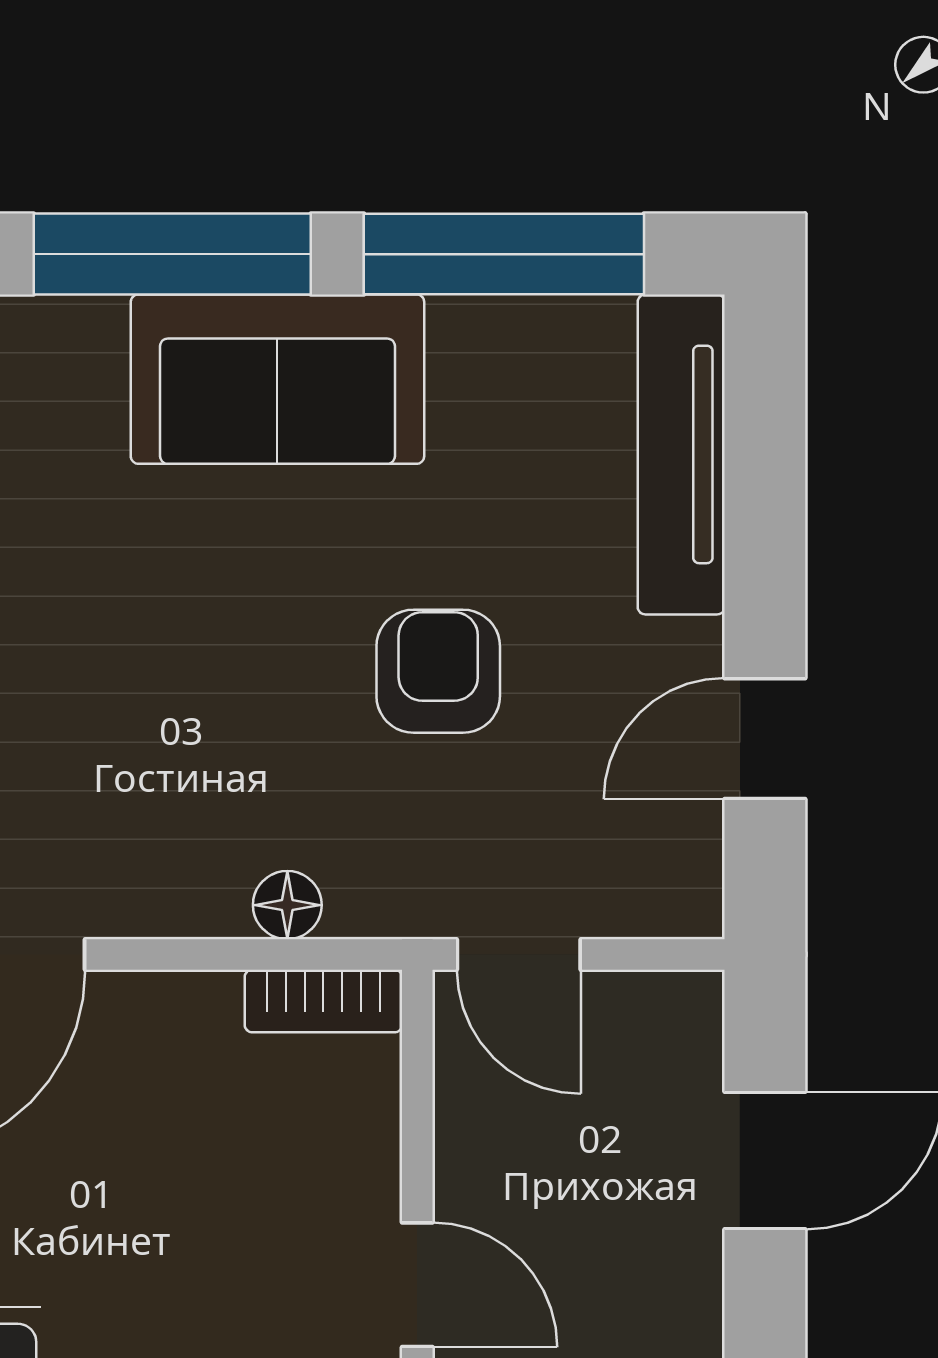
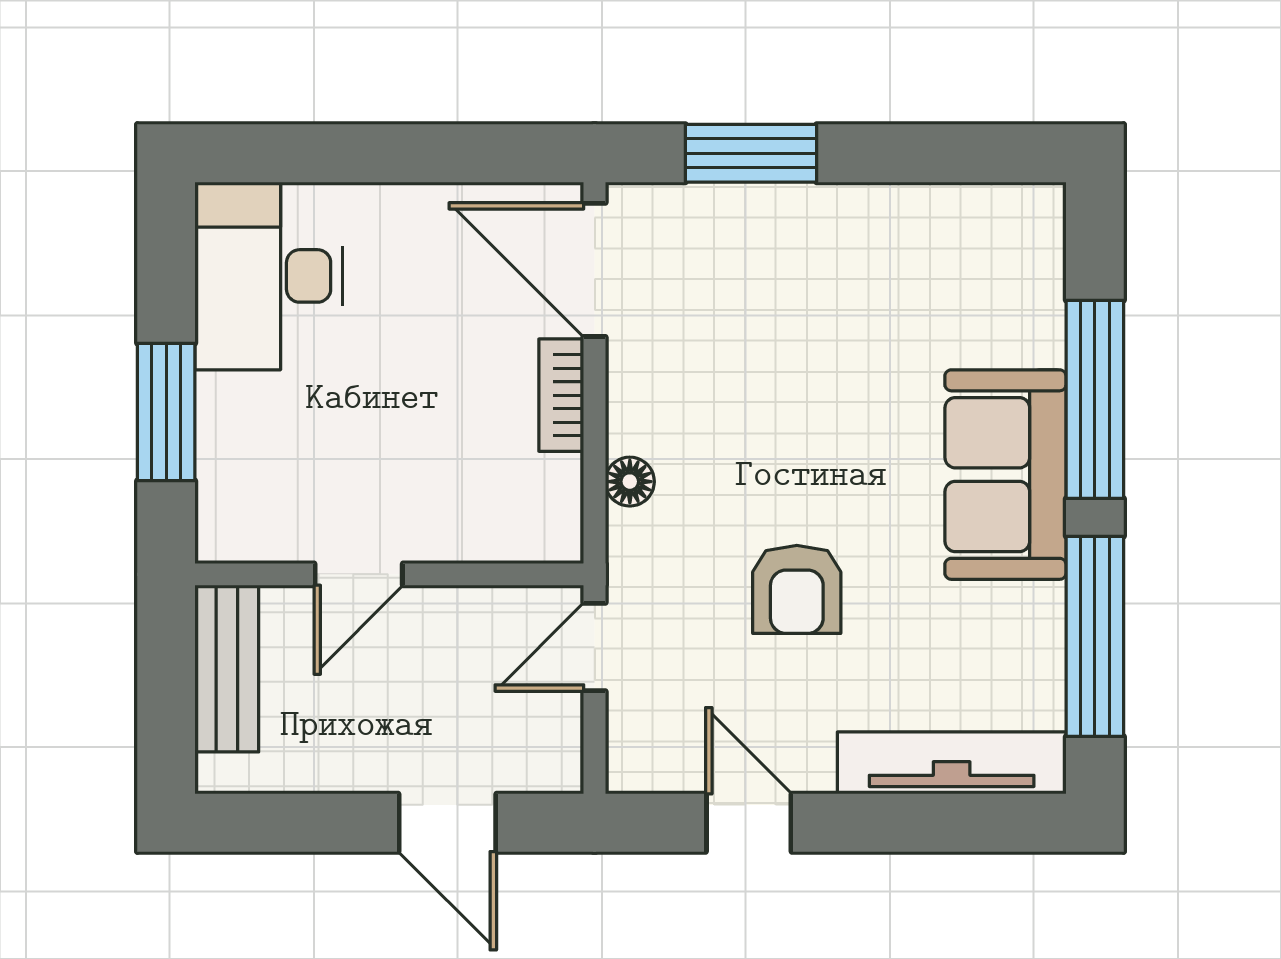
armchair: (438, 671) -> (797, 589), turned 90
bookcase: (323, 1001) -> (561, 395), moved

